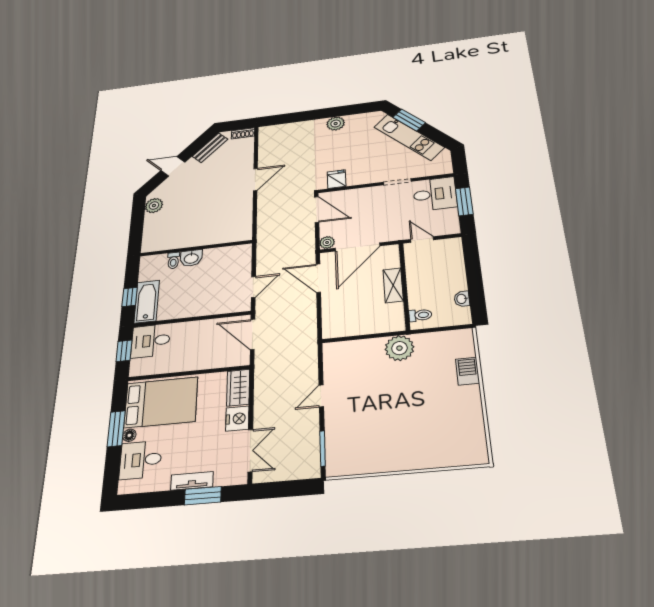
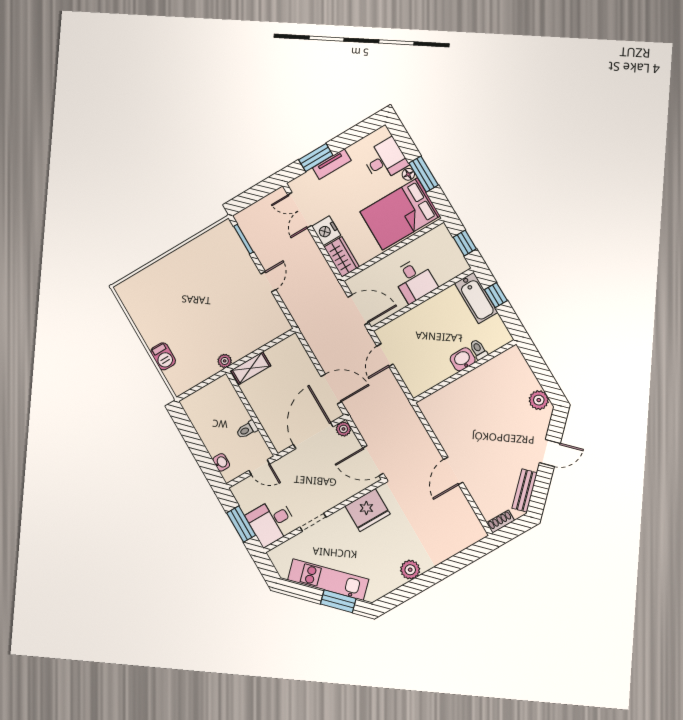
fridge: (337, 179) -> (368, 510), width x1.88, depth x1.34
shelving: (393, 285) -> (251, 368), moved, turned 90
washbasin: (462, 299) -> (221, 462), moved
toilet: (420, 315) -> (247, 430), moved
desk: (151, 341) -> (414, 280), moved, turned 90
plant: (399, 348) -> (225, 361), width x0.53, depth x0.53

